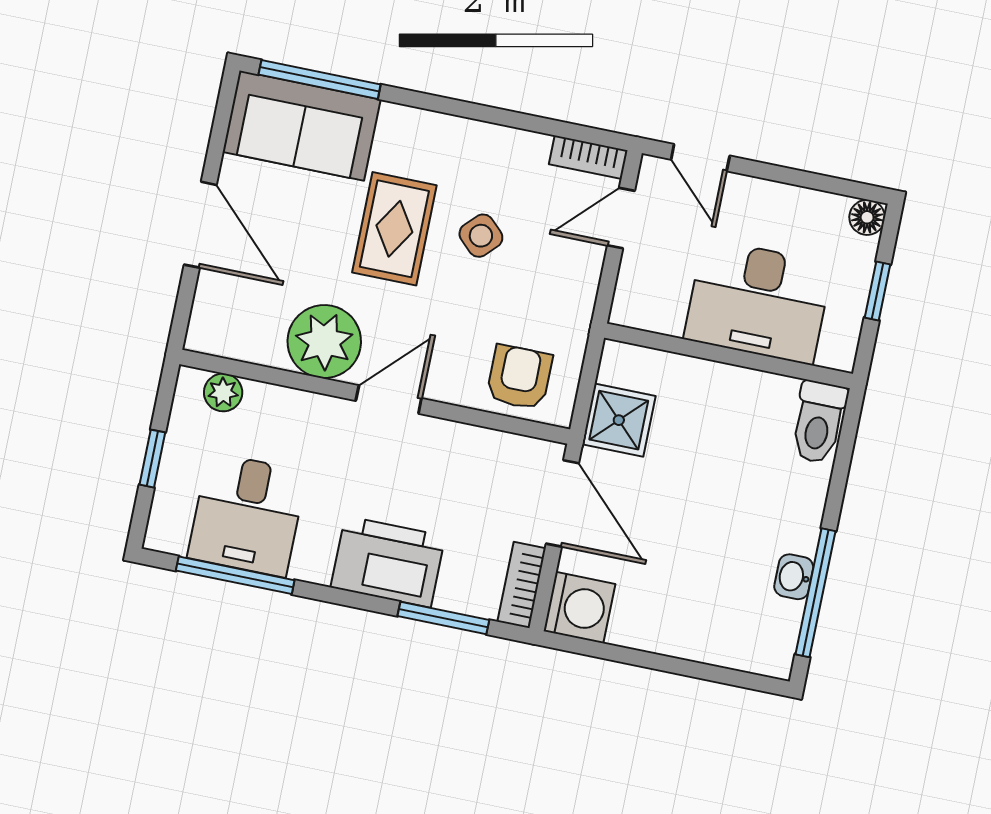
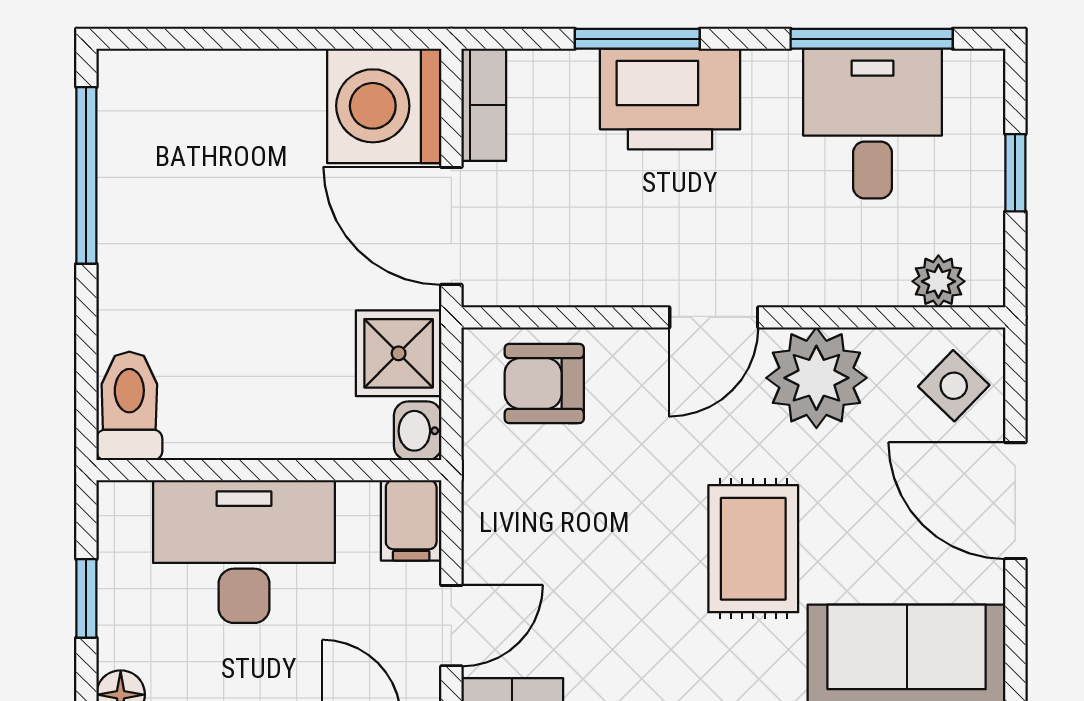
side table: (481, 236) -> (954, 386), moved
filing cabinet: (634, 299) -> (411, 520), added
armchair: (519, 377) -> (544, 383), turned 90
washbasin: (794, 577) -> (418, 431), moved, turned 180
washing machine: (580, 608) -> (384, 106), width x1.37, depth x1.37
window: (443, 618) -> (637, 39), moved

